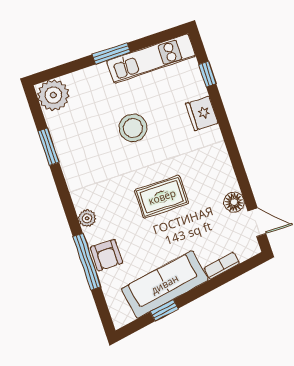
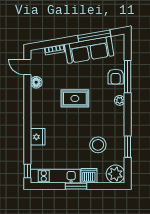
window: (207, 74) -> (27, 171), moved
dishwasher: (96, 78) -> (89, 176), added
stool: (133, 128) -> (98, 145), moved
armchair: (107, 255) -> (116, 77), turned 180
window: (164, 310) -> (94, 36), width x2.17

